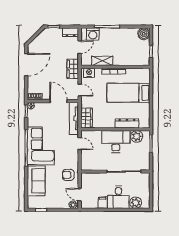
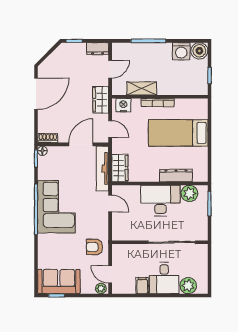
washing machine: (93, 34) -> (181, 51), moved
door: (58, 101) -> (81, 144), hinge flipped
sofa: (36, 181) -> (59, 282), moved, turned -90

